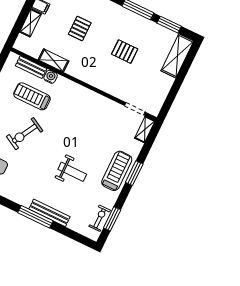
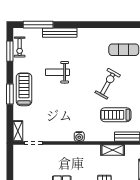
water cooler: (51, 77) -> (79, 136), moved
treadmill: (32, 96) -> (116, 115), turned 180
treadmill: (117, 171) -> (24, 89), turned 180
window: (35, 217) -> (38, 25), moved

